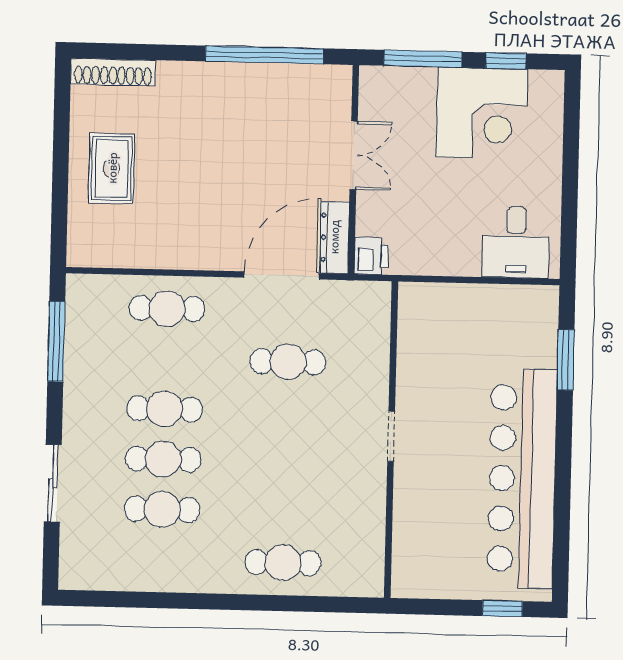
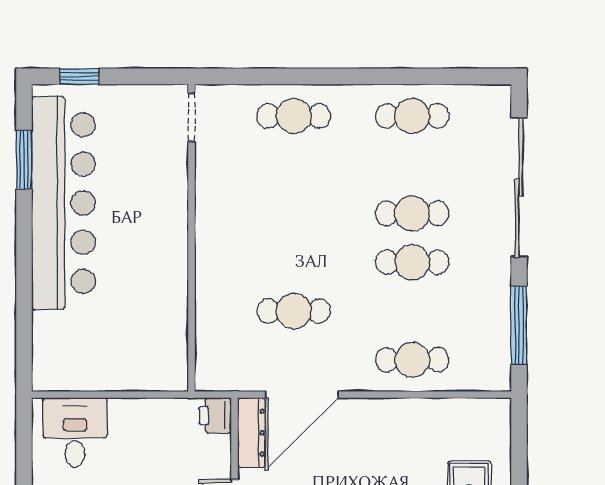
window: (566, 360) -> (24, 160), moved
doorway: (391, 436) -> (192, 117), moved
sliding door: (53, 483) -> (519, 187), width x1.86
cafe table: (162, 509) -> (412, 116), moved

